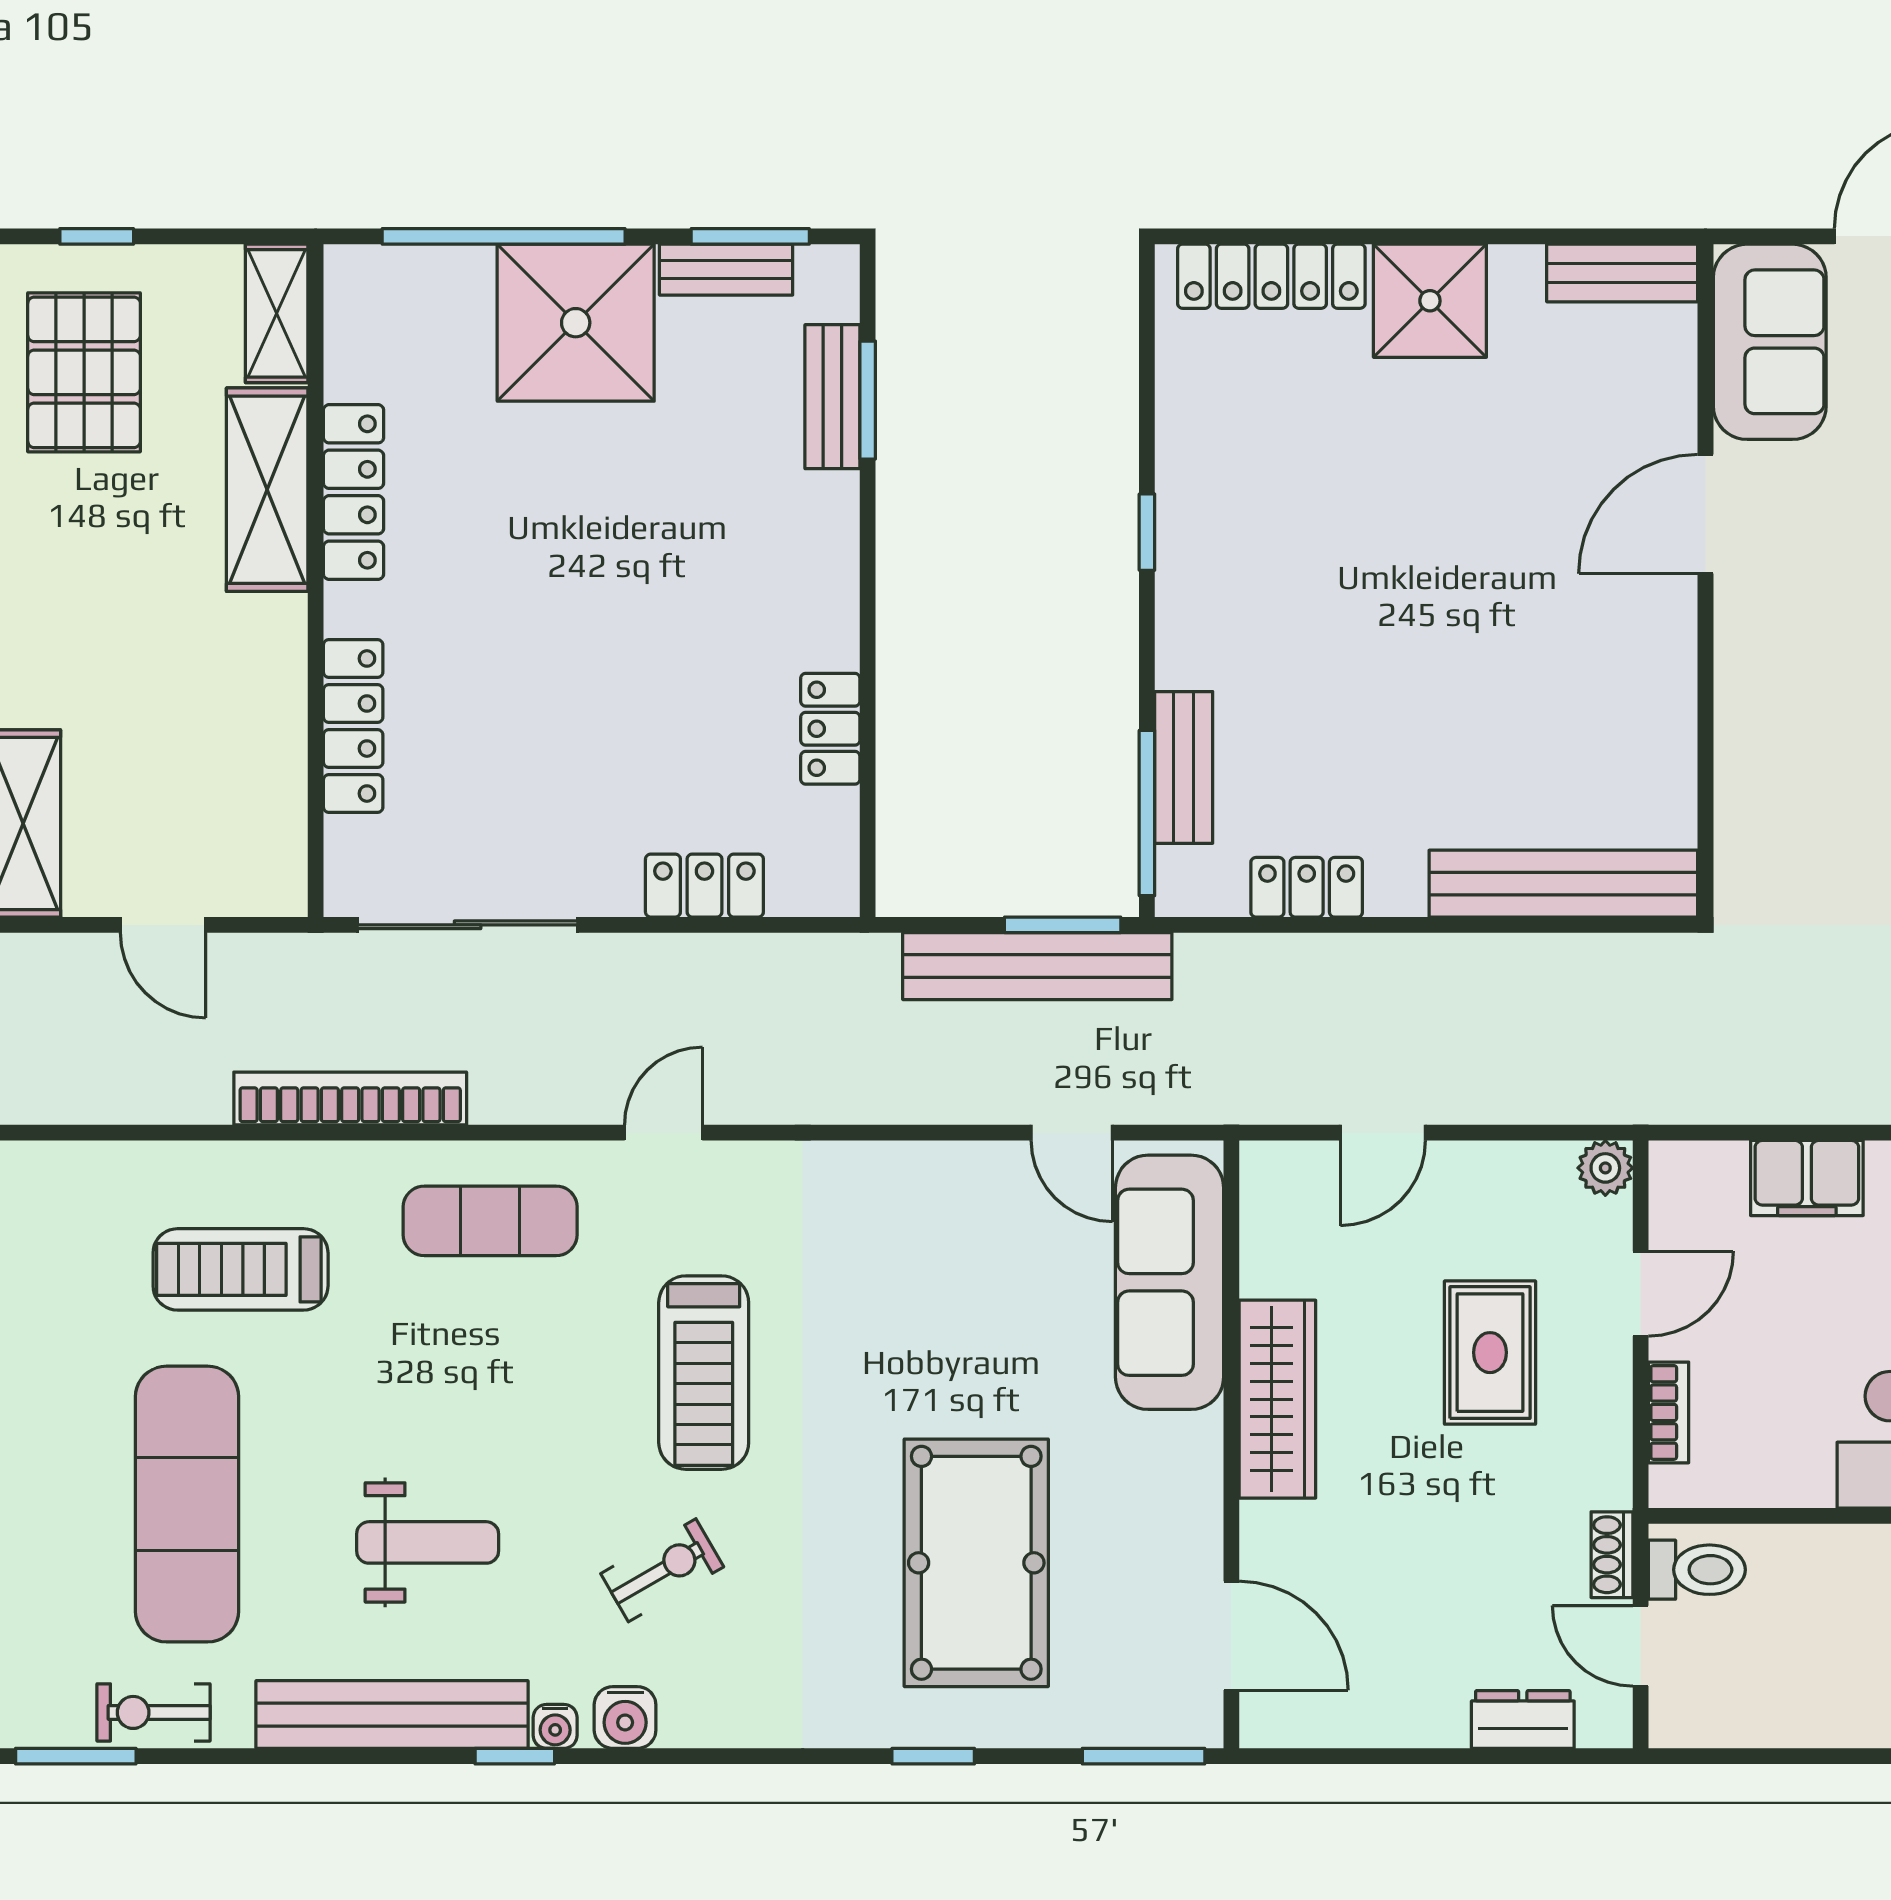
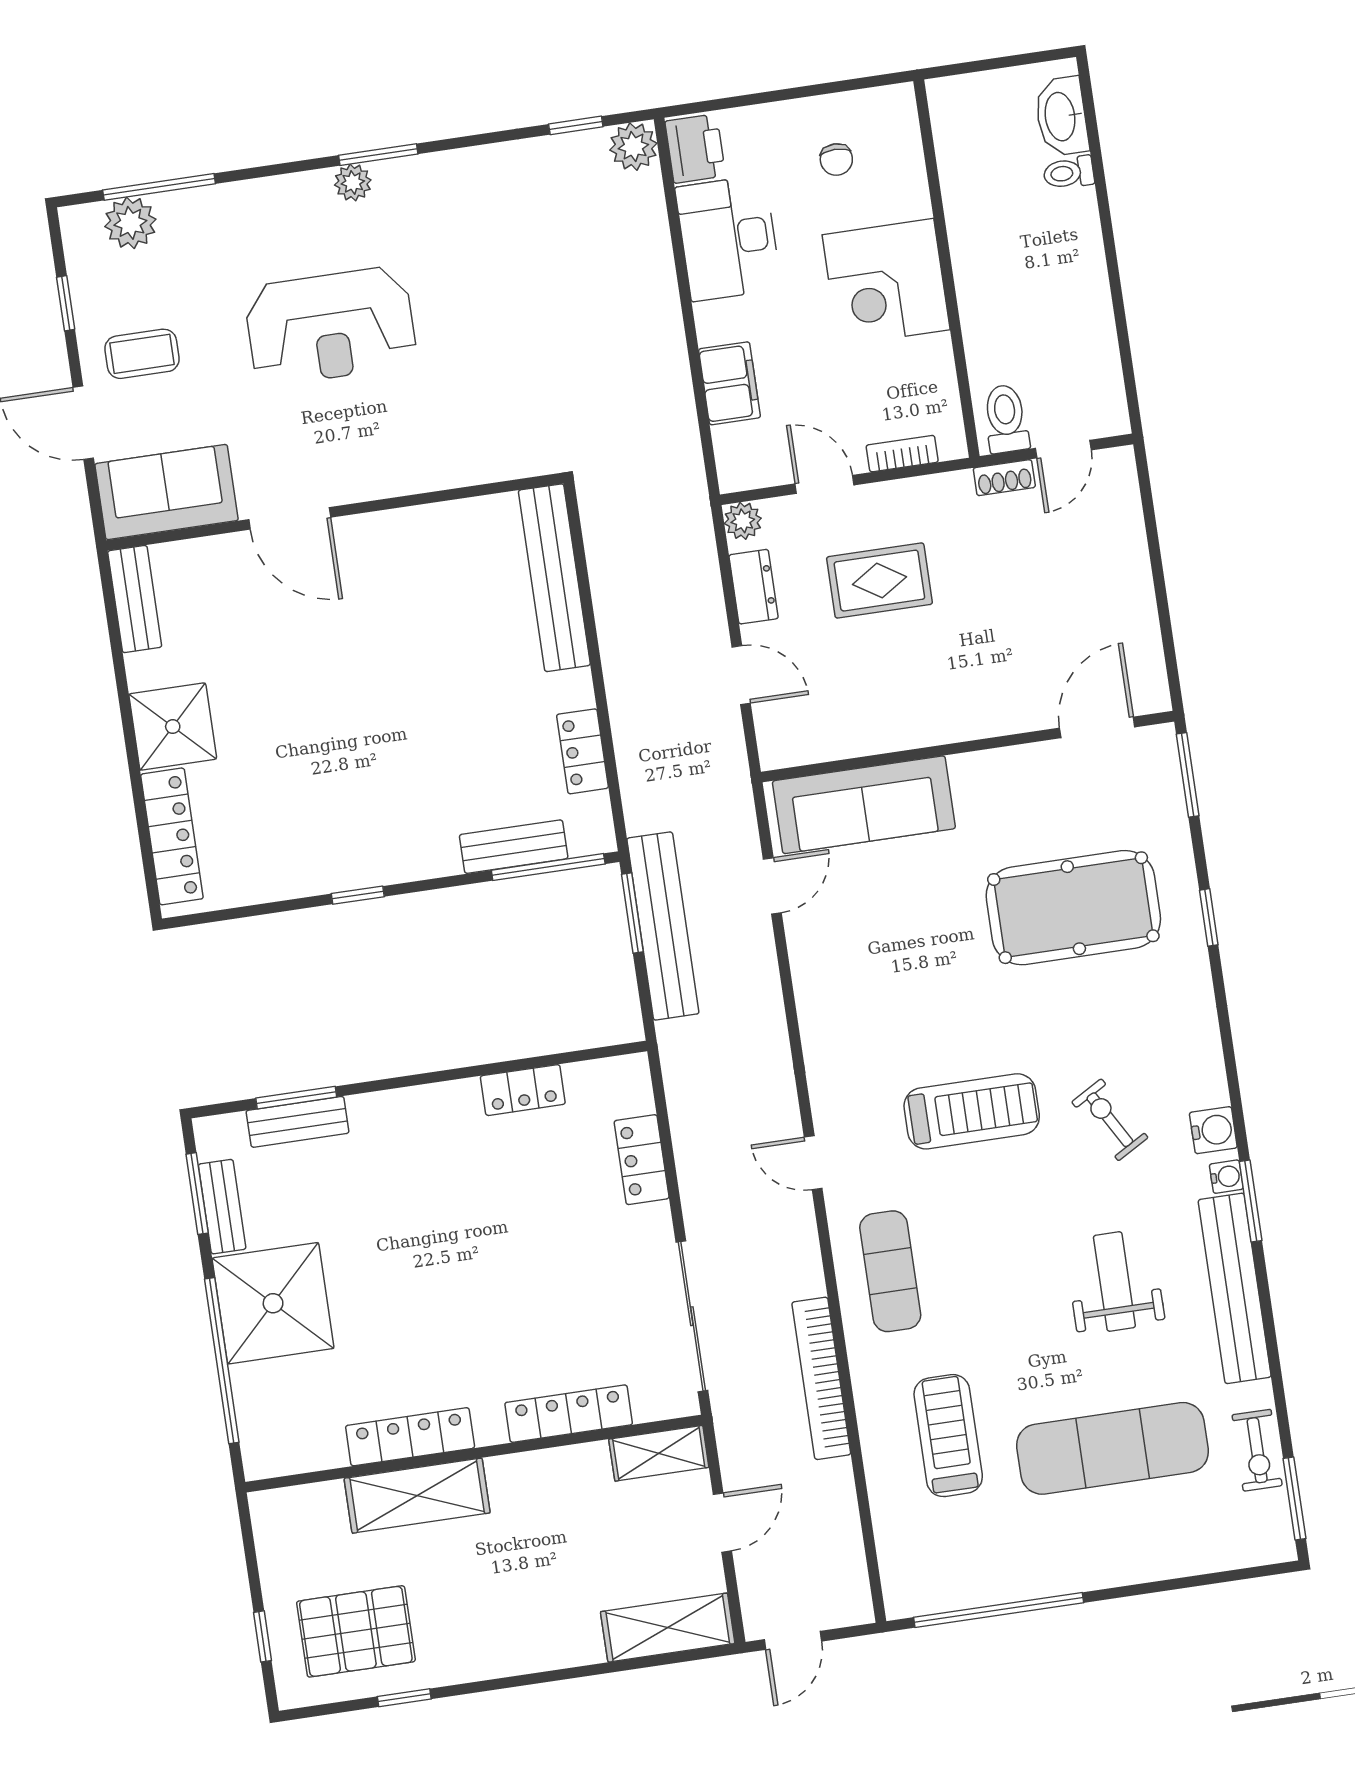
shelving: (277, 313) -> (659, 1453), moved
treadmill: (241, 1269) -> (948, 1436), turned 180
wardrobe: (1277, 1399) -> (932, 720), removed
dresser: (1523, 1719) -> (754, 587), moved, turned 180
window: (515, 1756) -> (1251, 1201), width x1.50

